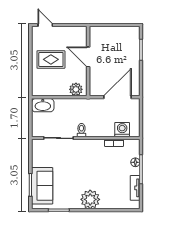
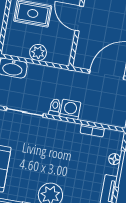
plant: (76, 89) -> (38, 53), moved
washing machine: (122, 130) -> (70, 109), moved

